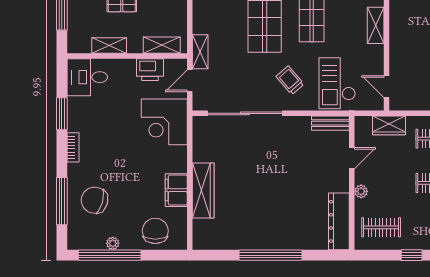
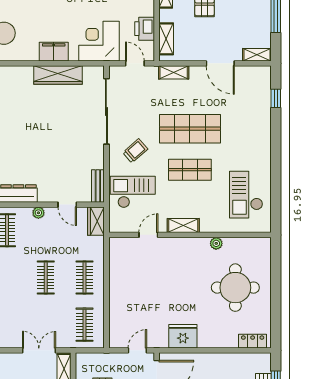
shelving: (200, 52) -> (174, 72), moved
door: (386, 87) -> (148, 235), moved
wardrobe: (389, 125) -> (96, 221), moved
filing cabinet: (176, 190) -> (54, 52), moved
wardrobe: (203, 191) -> (58, 75), moved

